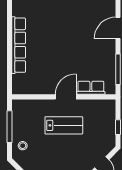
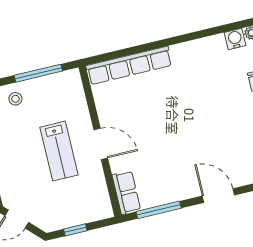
row of seats: (19, 45) -> (129, 65), moved
row of seats: (91, 88) -> (126, 192), moved

